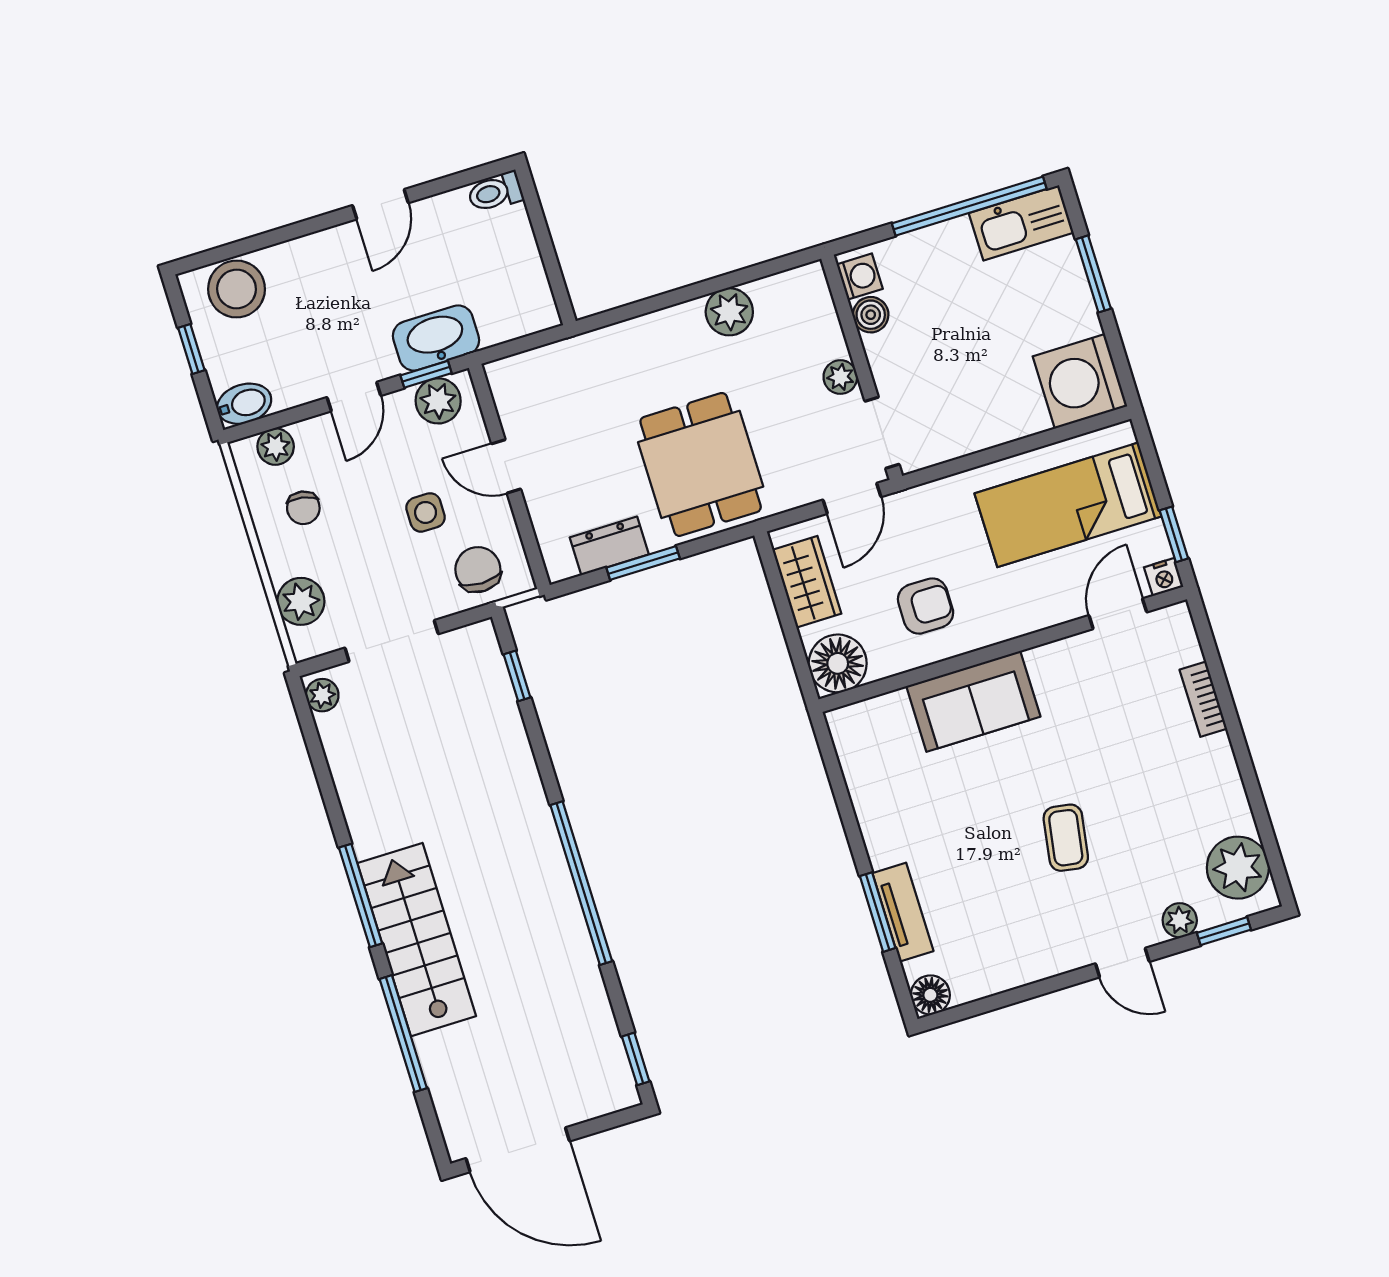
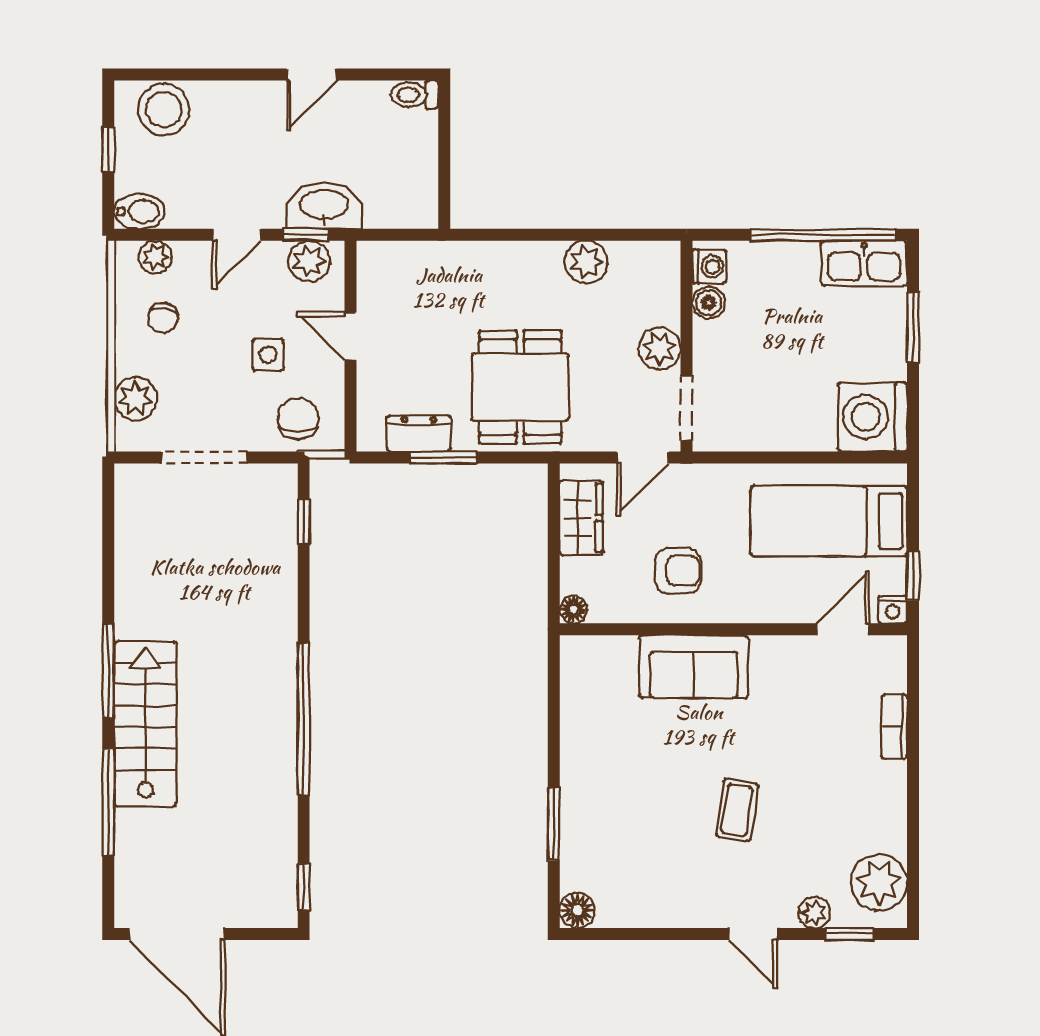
plant: (840, 377) -> (660, 349), width x1.38, depth x1.38
floor lamp: (838, 663) -> (573, 609), width x0.53, depth x0.53
plant: (322, 695) -> (129, 486), removed
tv unit: (903, 912) -> (576, 831), removed

